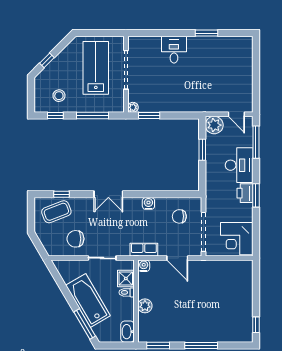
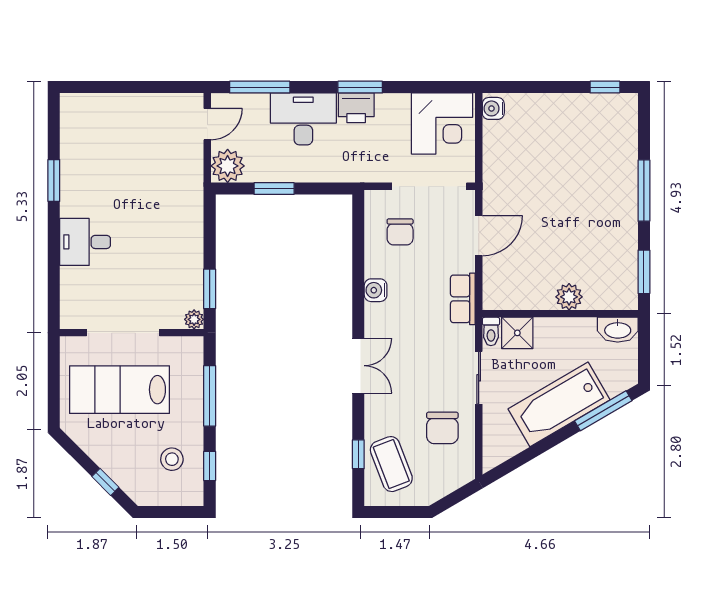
water cooler: (144, 266) -> (493, 108), moved
toilet: (127, 292) -> (491, 331), moved

